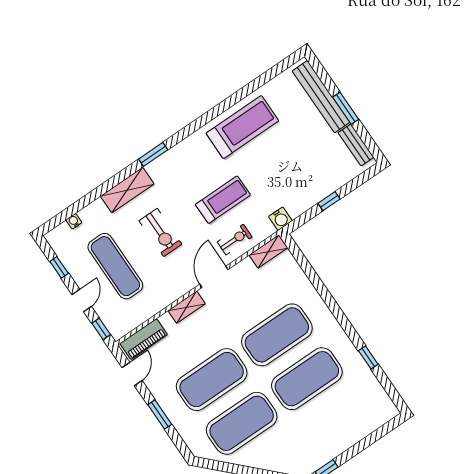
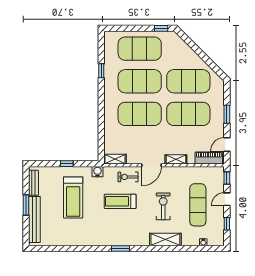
treadmill: (242, 127) -> (73, 197), moved, turned -90
window: (153, 154) -> (120, 248), moved
exercise mat: (337, 422) -> (140, 49), added

